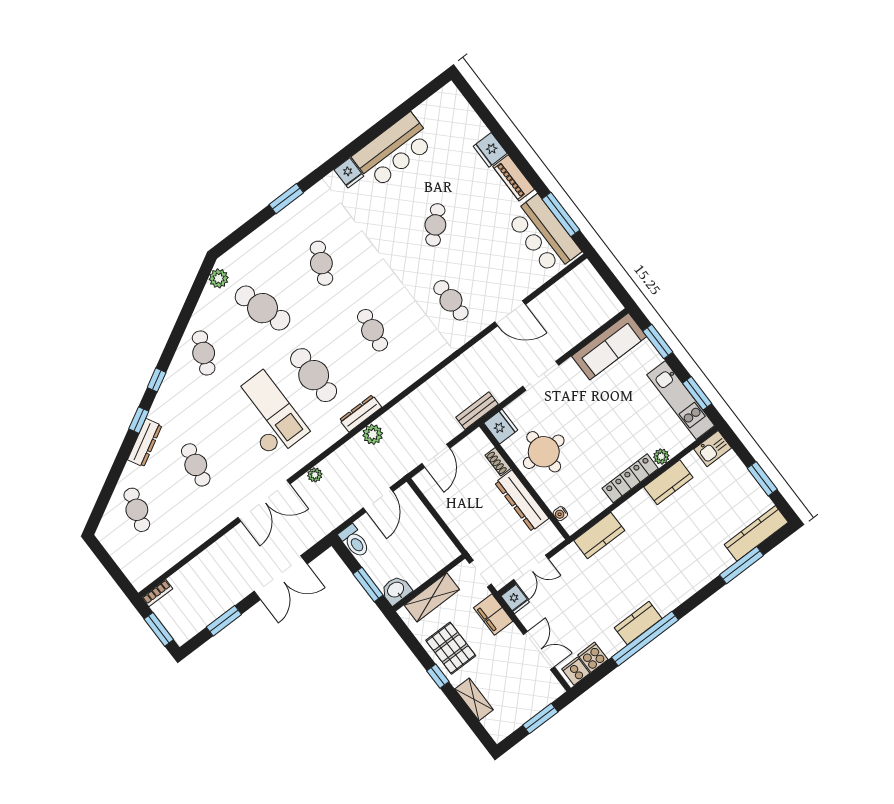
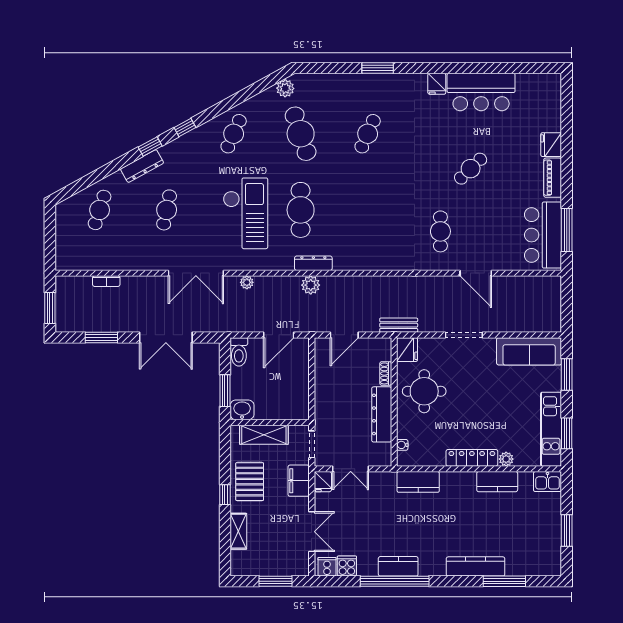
cafe table: (373, 330) -> (368, 210), removed
kitchen counter: (756, 533) -> (476, 566), moved
bookcase: (157, 593) -> (106, 281), moved

